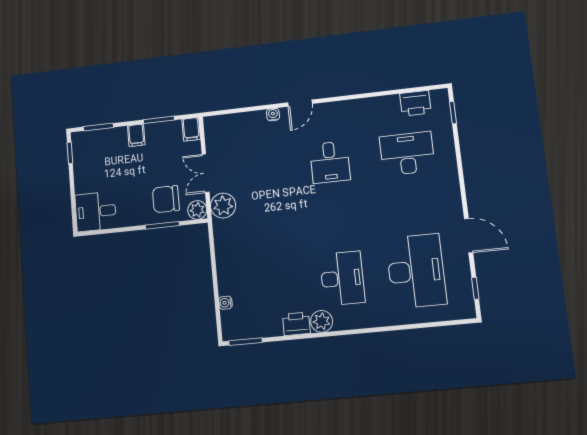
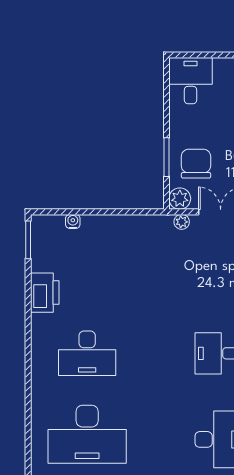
plant: (223, 206) -> (182, 222), width x0.53, depth x0.53
plant: (322, 321) -> (42, 326), removed
printer: (296, 324) -> (45, 293), width x1.37, depth x1.19

